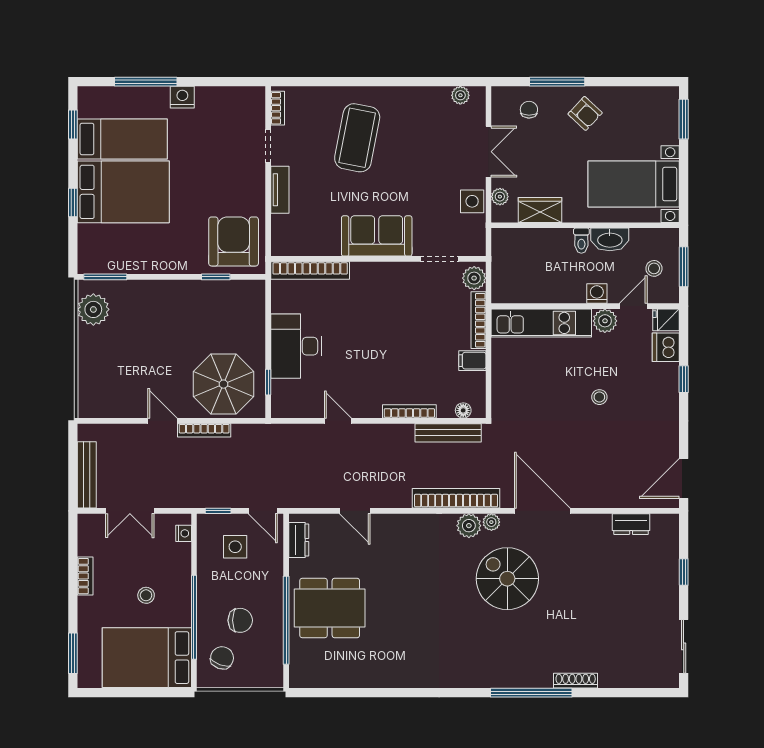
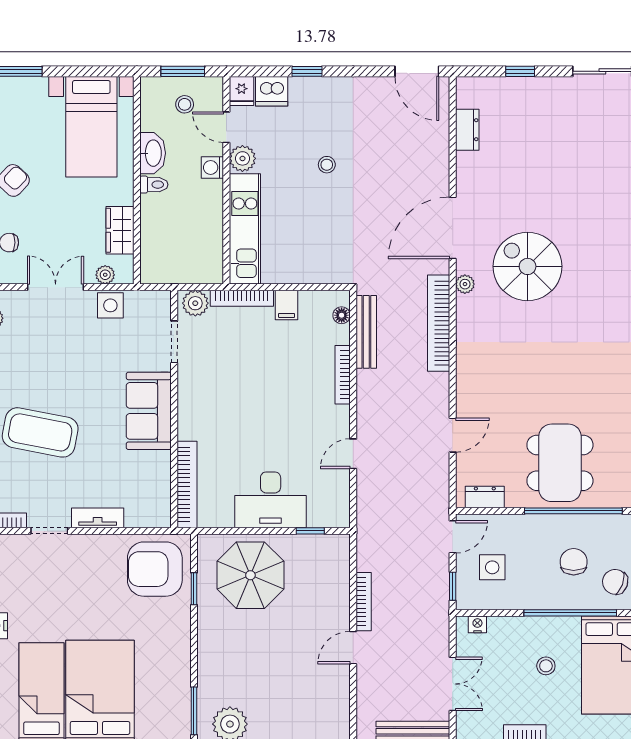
parasol: (224, 384) -> (250, 575), moved
plant: (469, 526) -> (469, 309), removed
spiral stairs: (507, 579) -> (528, 266), turned 90

